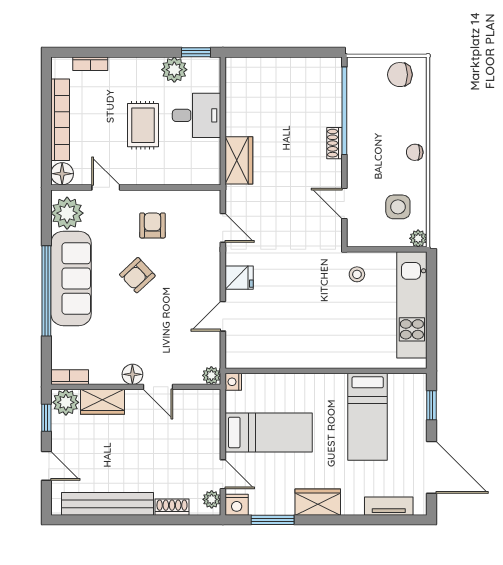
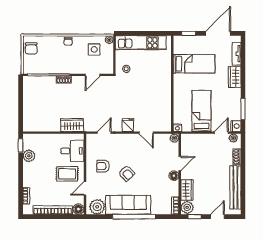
desk: (197, 115) -> (72, 151), moved, turned 90
rug: (143, 125) -> (67, 174), moved
wardrobe: (318, 502) -> (235, 77), moved

